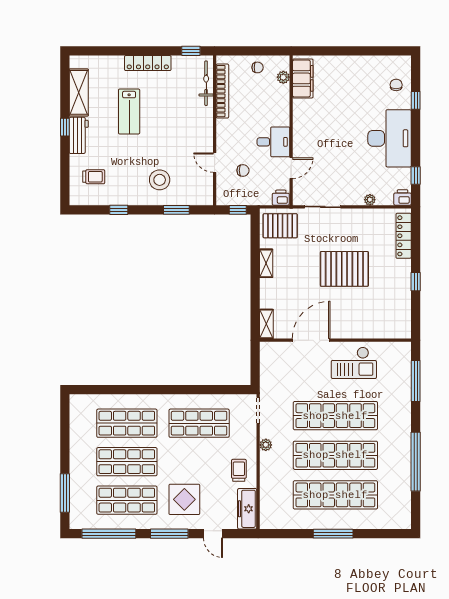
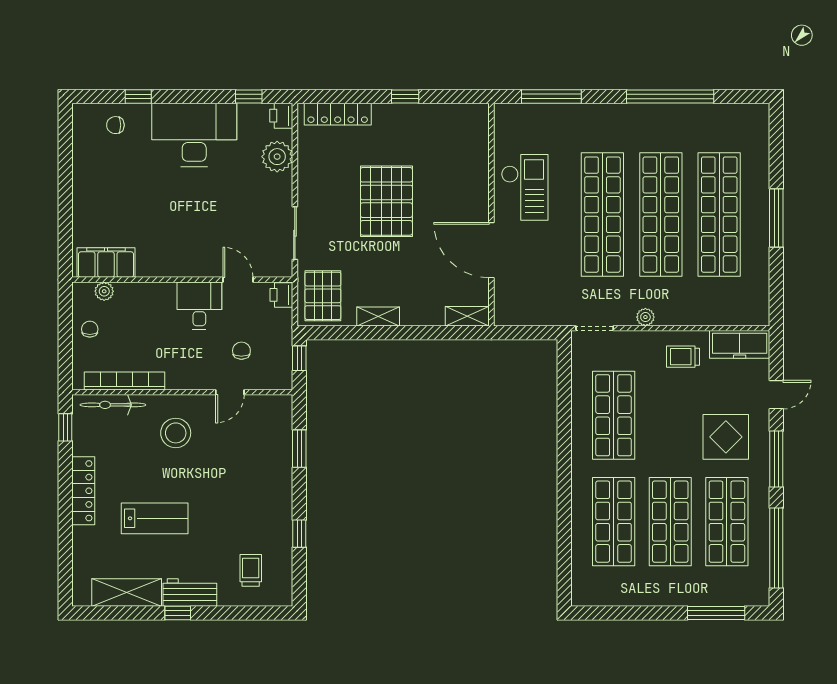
stool: (160, 180) -> (176, 433), moved
plant: (370, 200) -> (277, 157), width x1.87, depth x1.87

